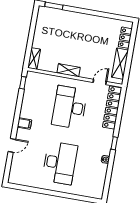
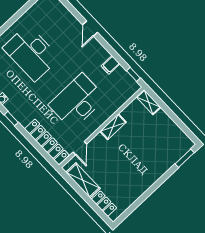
desk: (70, 107) -> (77, 102), turned -90
filing cabinet: (24, 124) -> (110, 65), moved
door: (12, 145) -> (90, 29), moved

